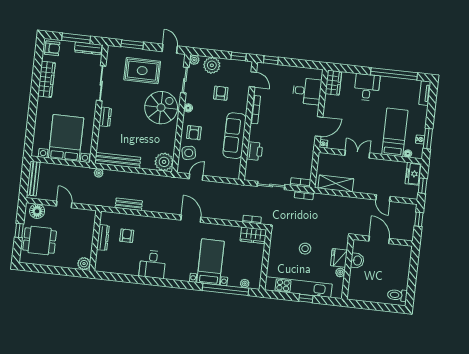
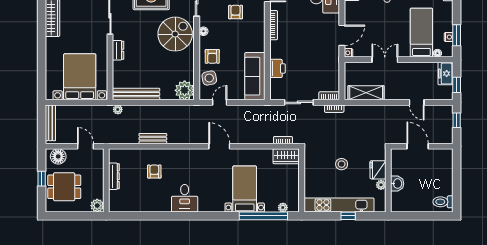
sofa: (235, 136) -> (255, 76), moved
dresser: (103, 238) -> (114, 176), moved
wall: (95, 241) -> (106, 180), moved
washbasin: (357, 260) -> (397, 184), moved
plant: (84, 264) -> (97, 206), moved

